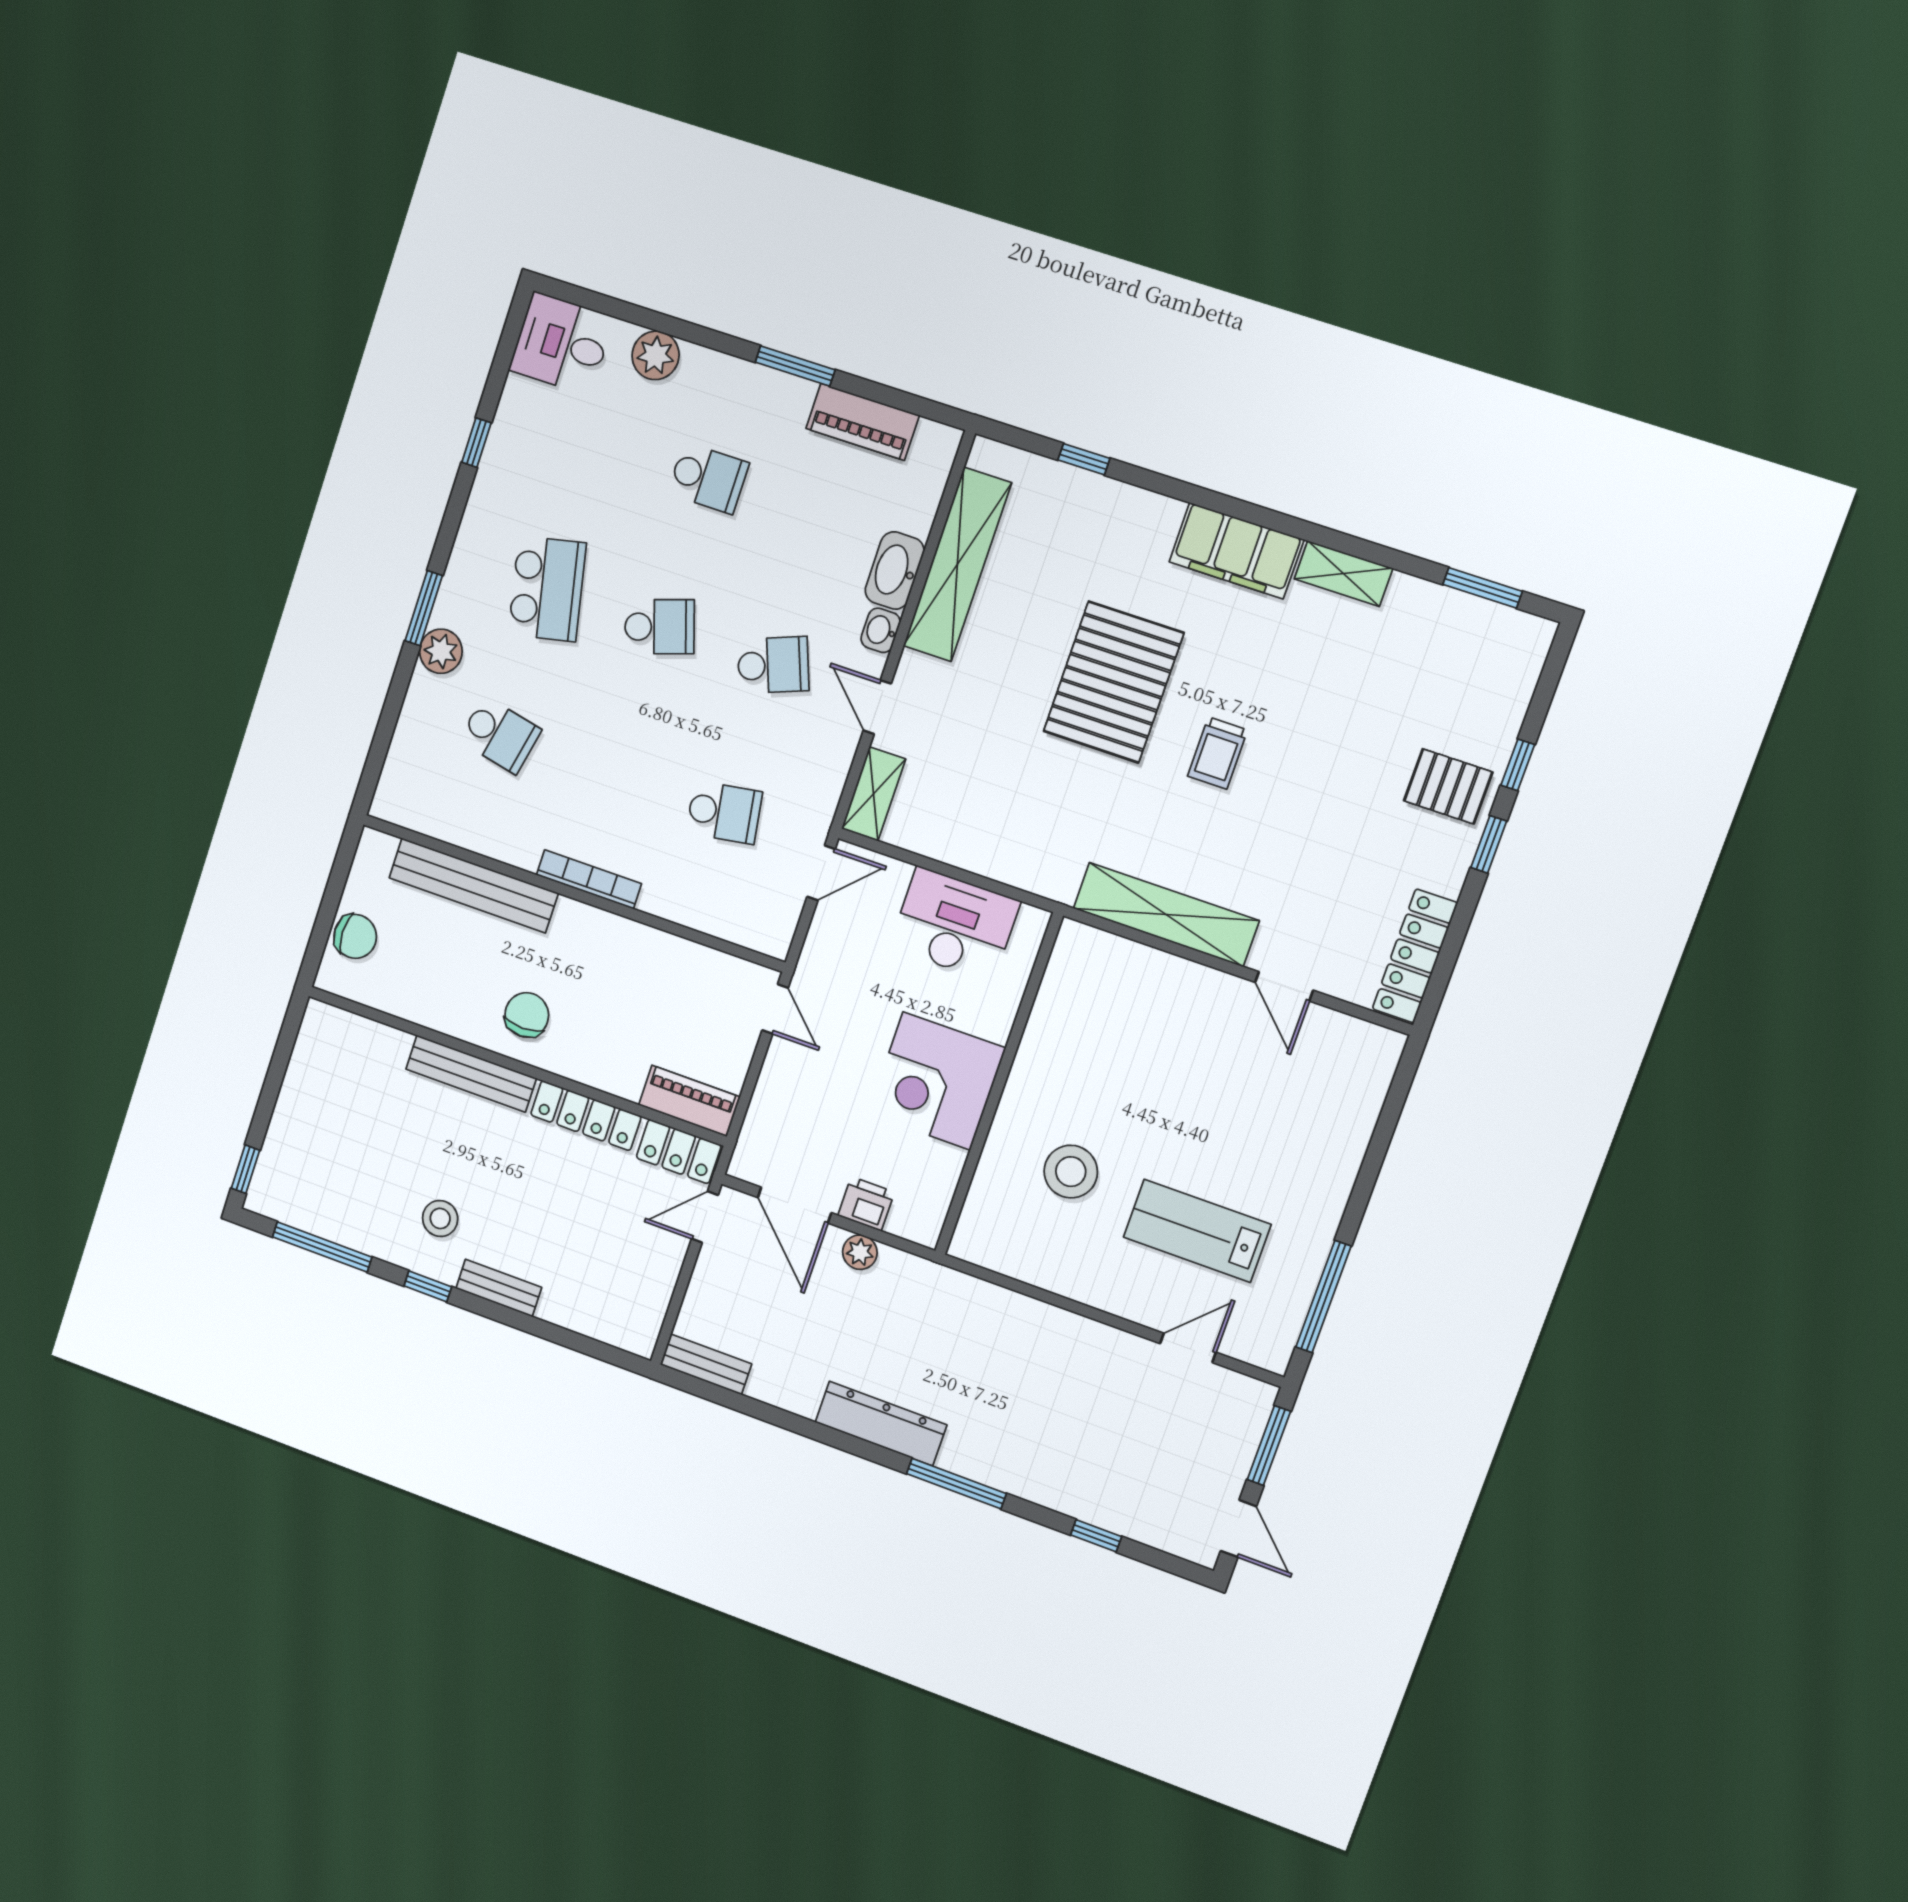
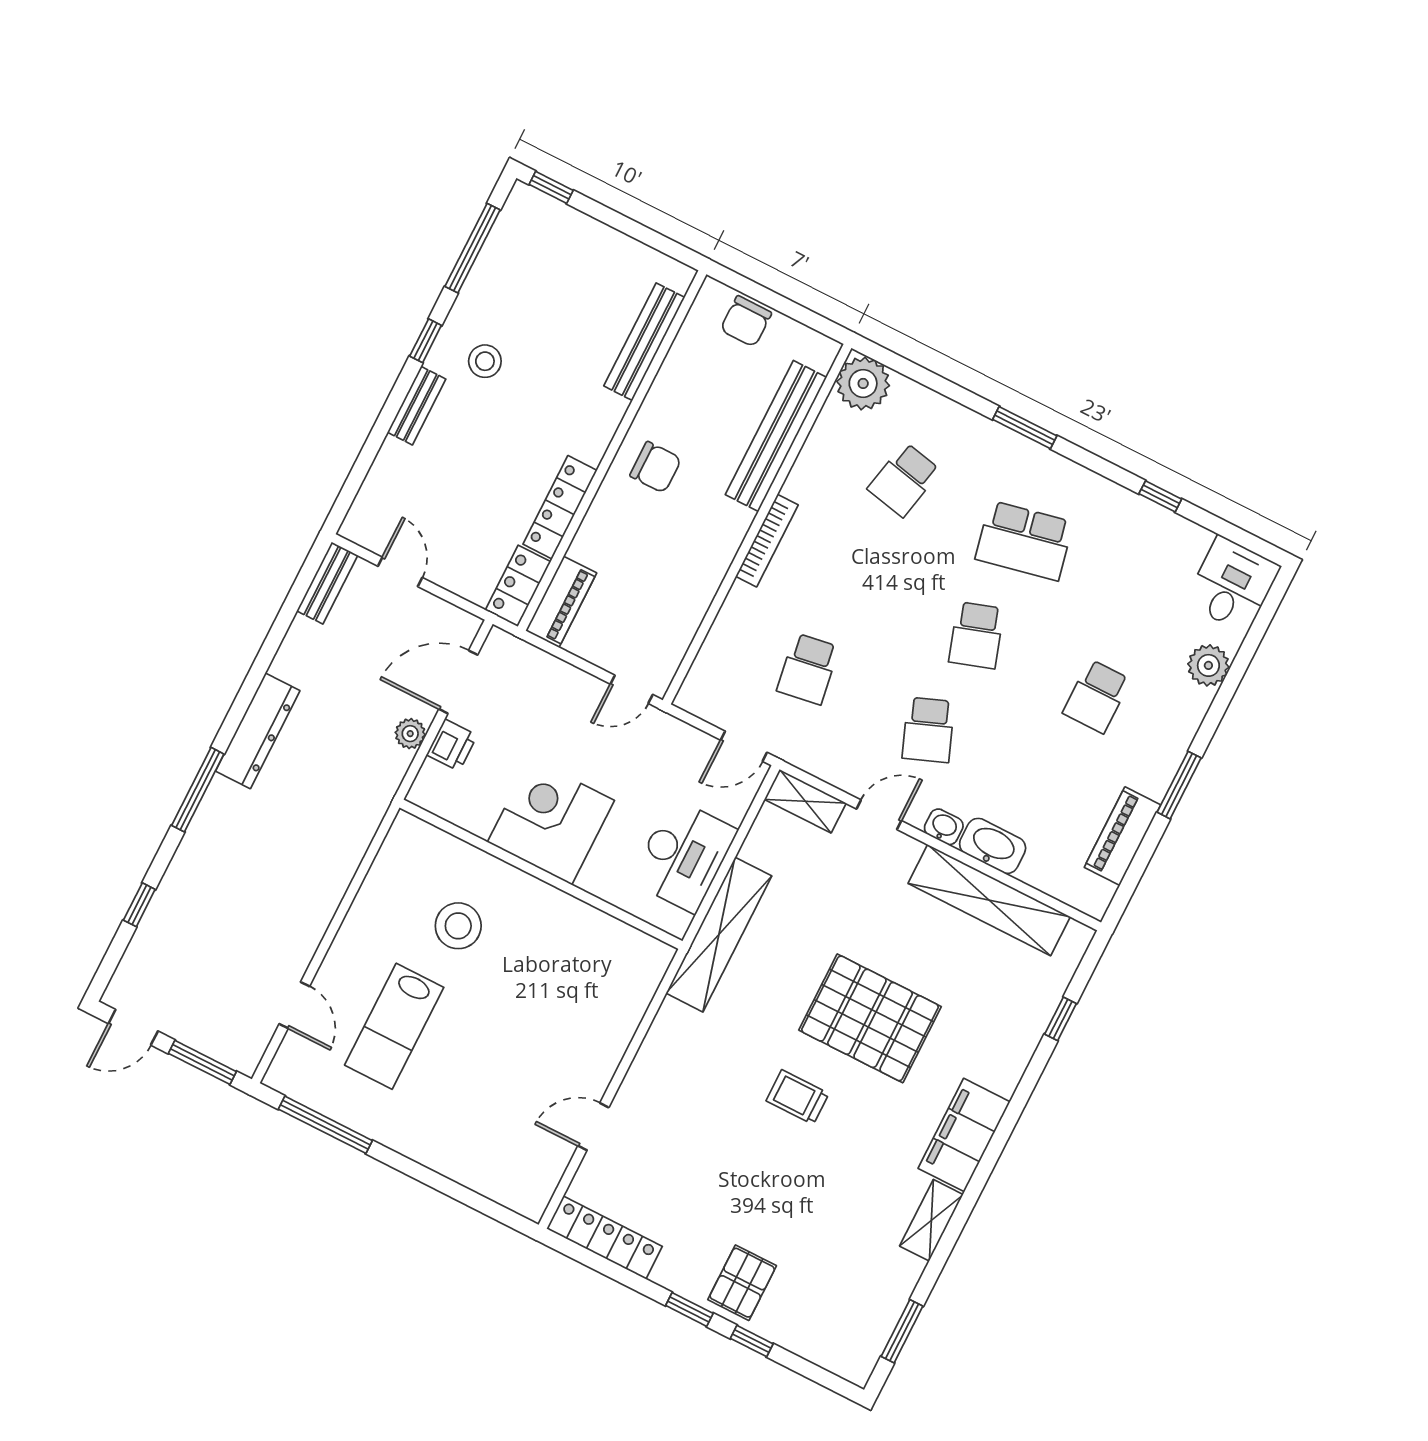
plant: (441, 651) -> (863, 383), moved, width x1.36, depth x1.36
door: (821, 873) -> (744, 746), hinge flipped
shelving: (1166, 914) -> (719, 935), moved
bench: (471, 1074) -> (644, 342), moved
door: (705, 1217) -> (400, 572), moved
lab bench: (1197, 1231) -> (394, 1026), turned 180

